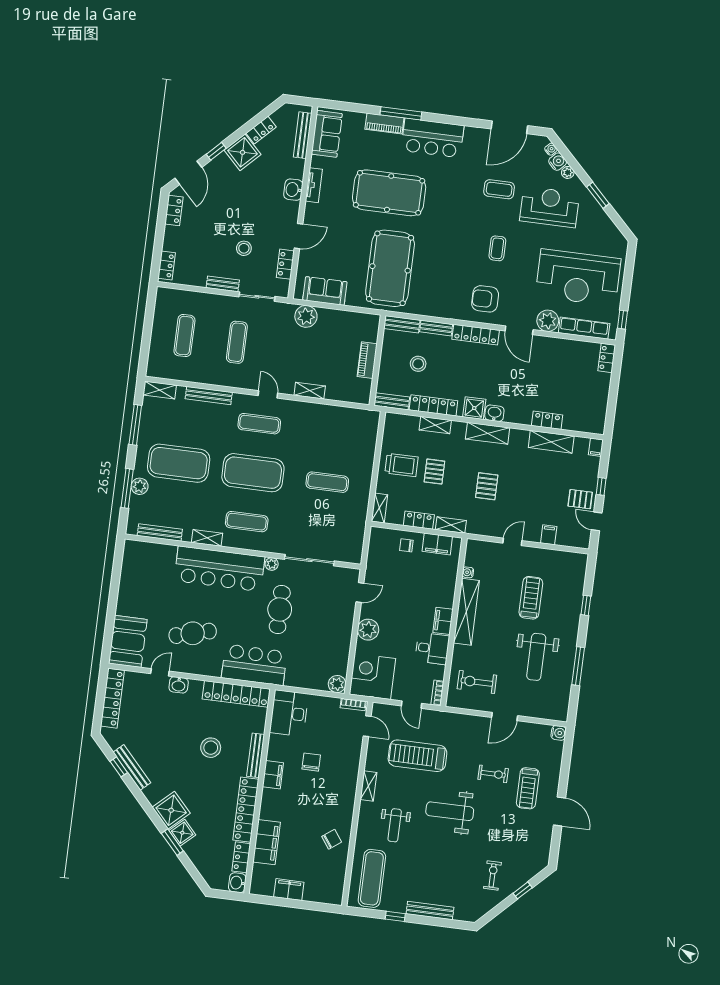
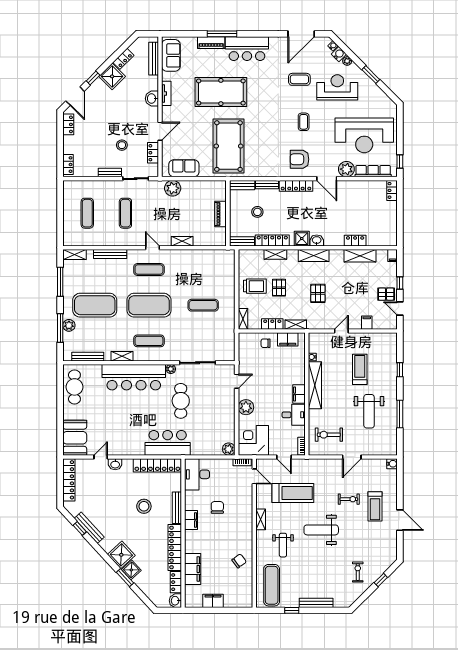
cafe table: (193, 633) -> (74, 387), moved, turned -75
treadmill: (417, 756) -> (293, 493), turned 180

